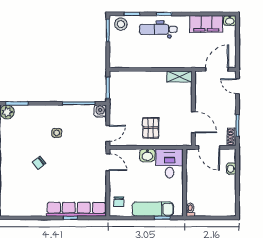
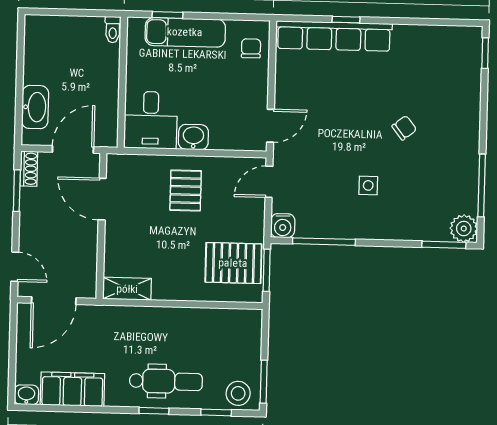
pallet: (125, 91) -> (233, 263), added
door: (209, 147) -> (73, 149), hinge flipped
door: (108, 162) -> (270, 126), swing flipped
washbasin: (231, 169) -> (35, 107), width x1.91, depth x1.45

